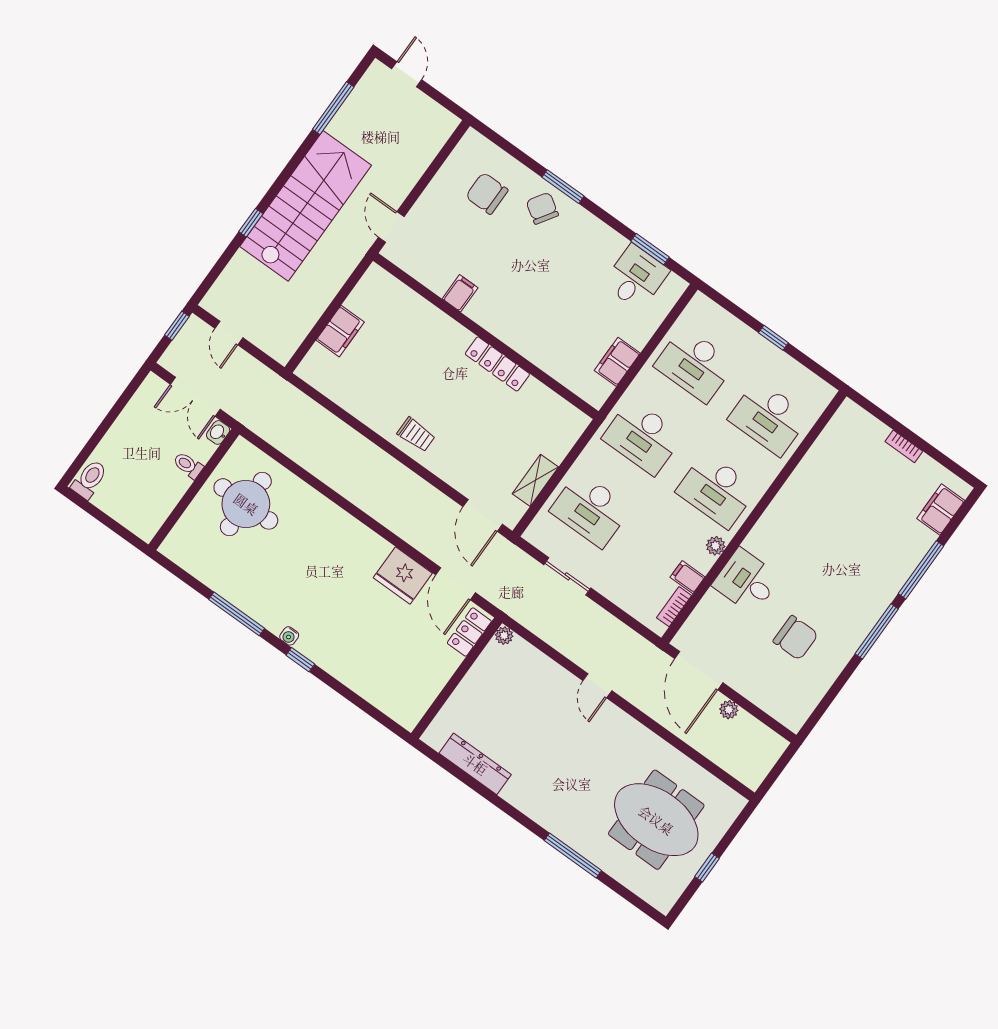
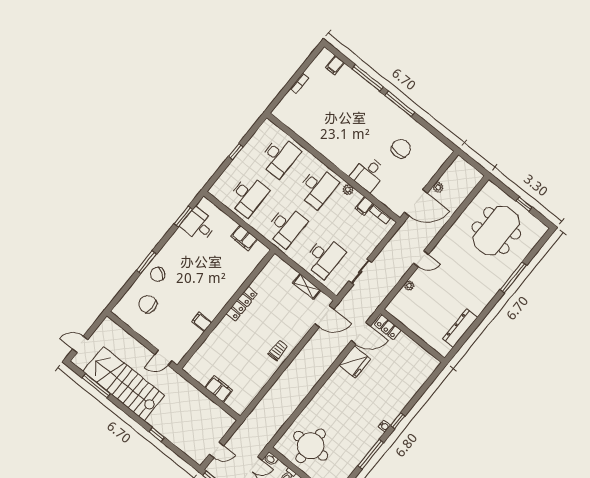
chair: (487, 193) -> (148, 304), turned 90
stairs: (306, 206) -> (124, 384), moved
filing cabinet: (941, 510) -> (335, 65), width x0.50
plant: (504, 636) -> (409, 286), moved

